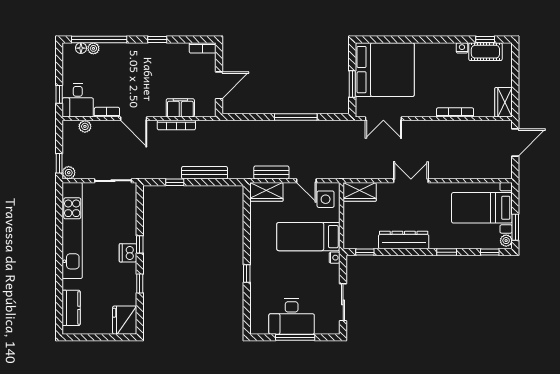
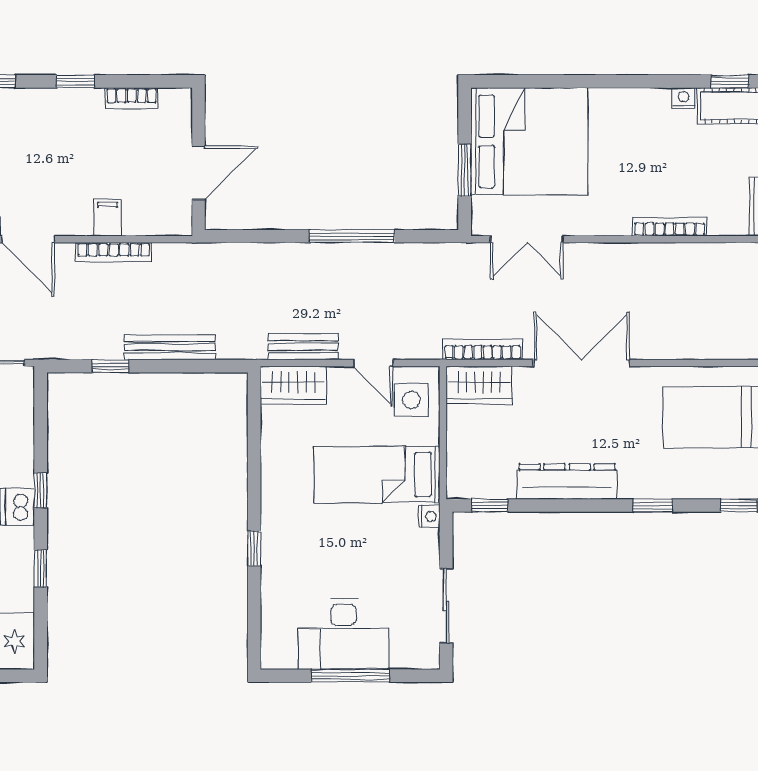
bookcase: (203, 48) -> (132, 98), moved
filing cabinet: (180, 108) -> (108, 218), width x0.50
bookcase: (361, 174) -> (483, 350), added
double door: (411, 181) -> (582, 363), width x1.37

